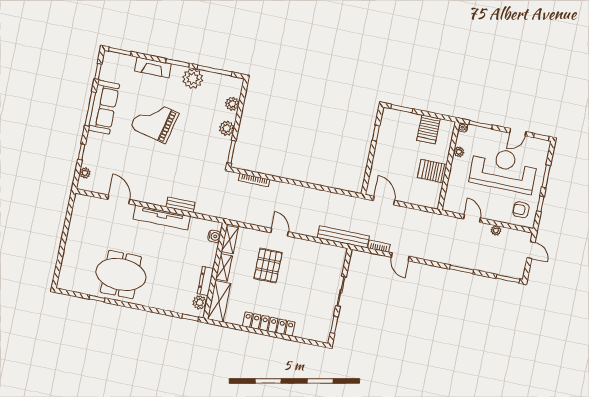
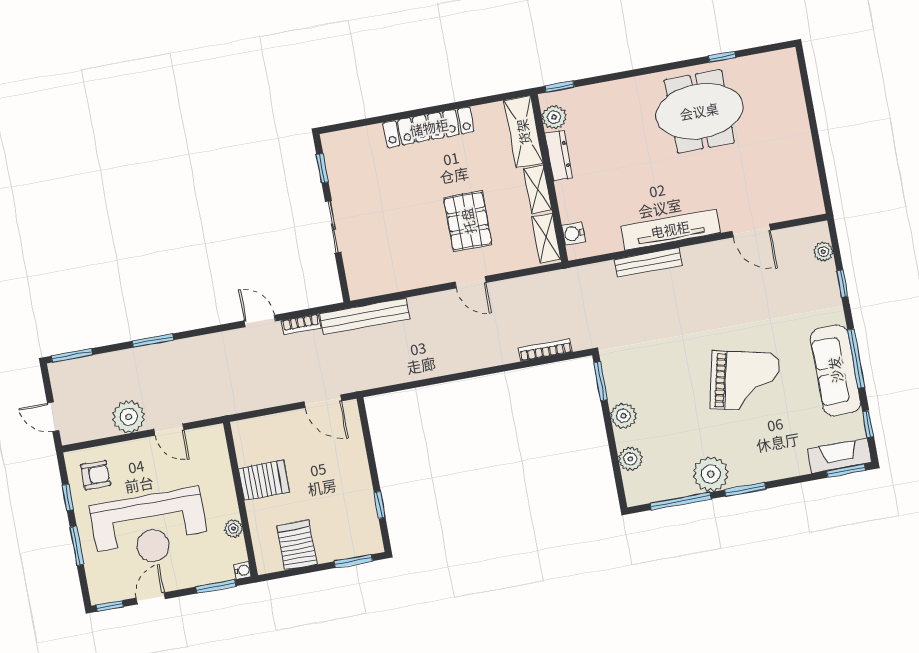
fireplace: (153, 67) -> (839, 456), moved
bench: (180, 205) -> (648, 262), width x1.36
plant: (496, 230) -> (129, 417), width x1.88, depth x1.88

